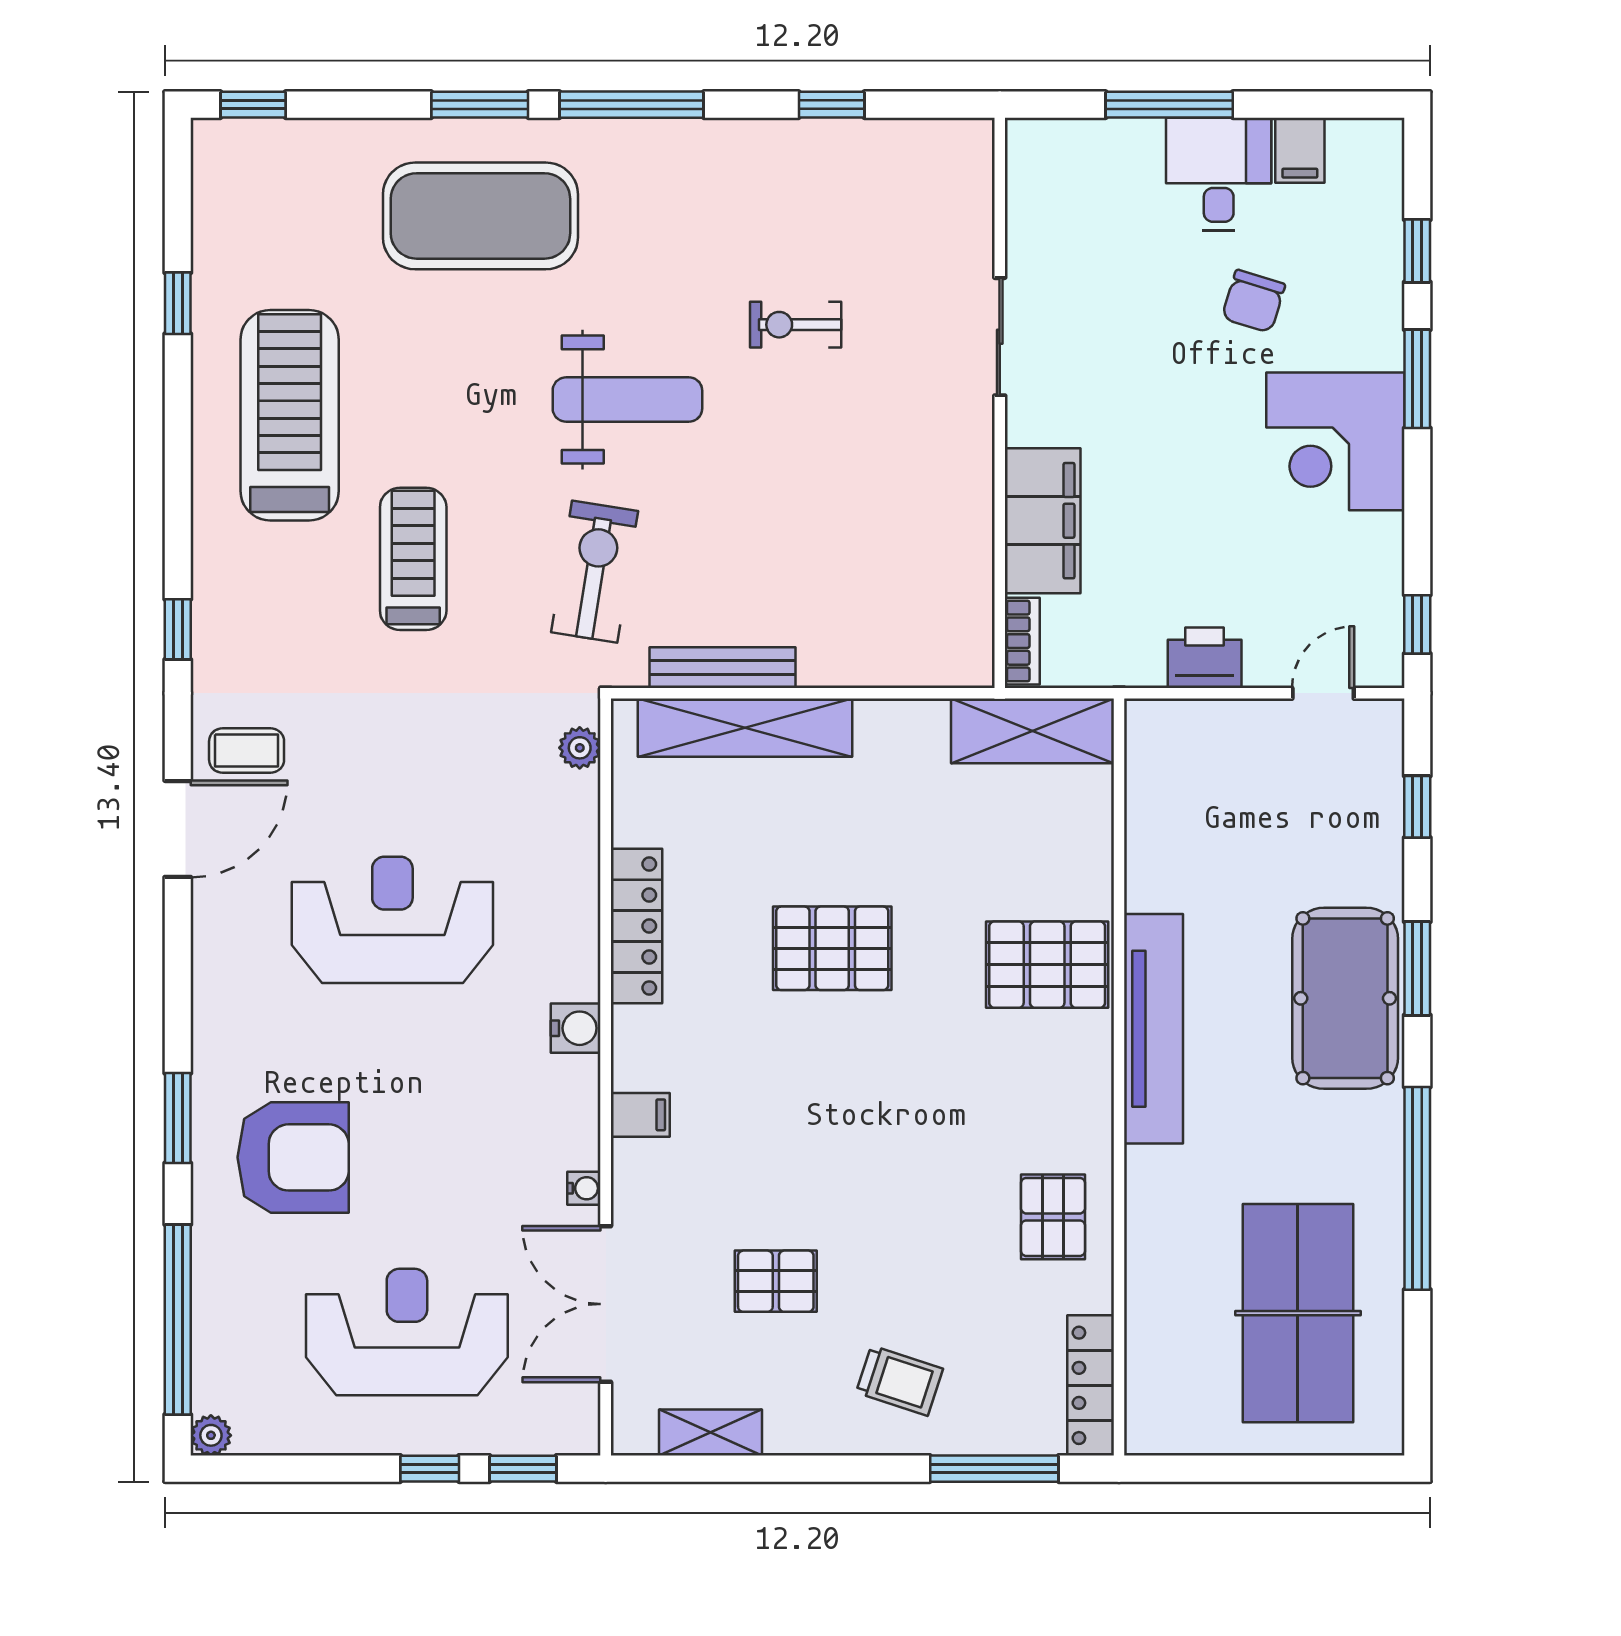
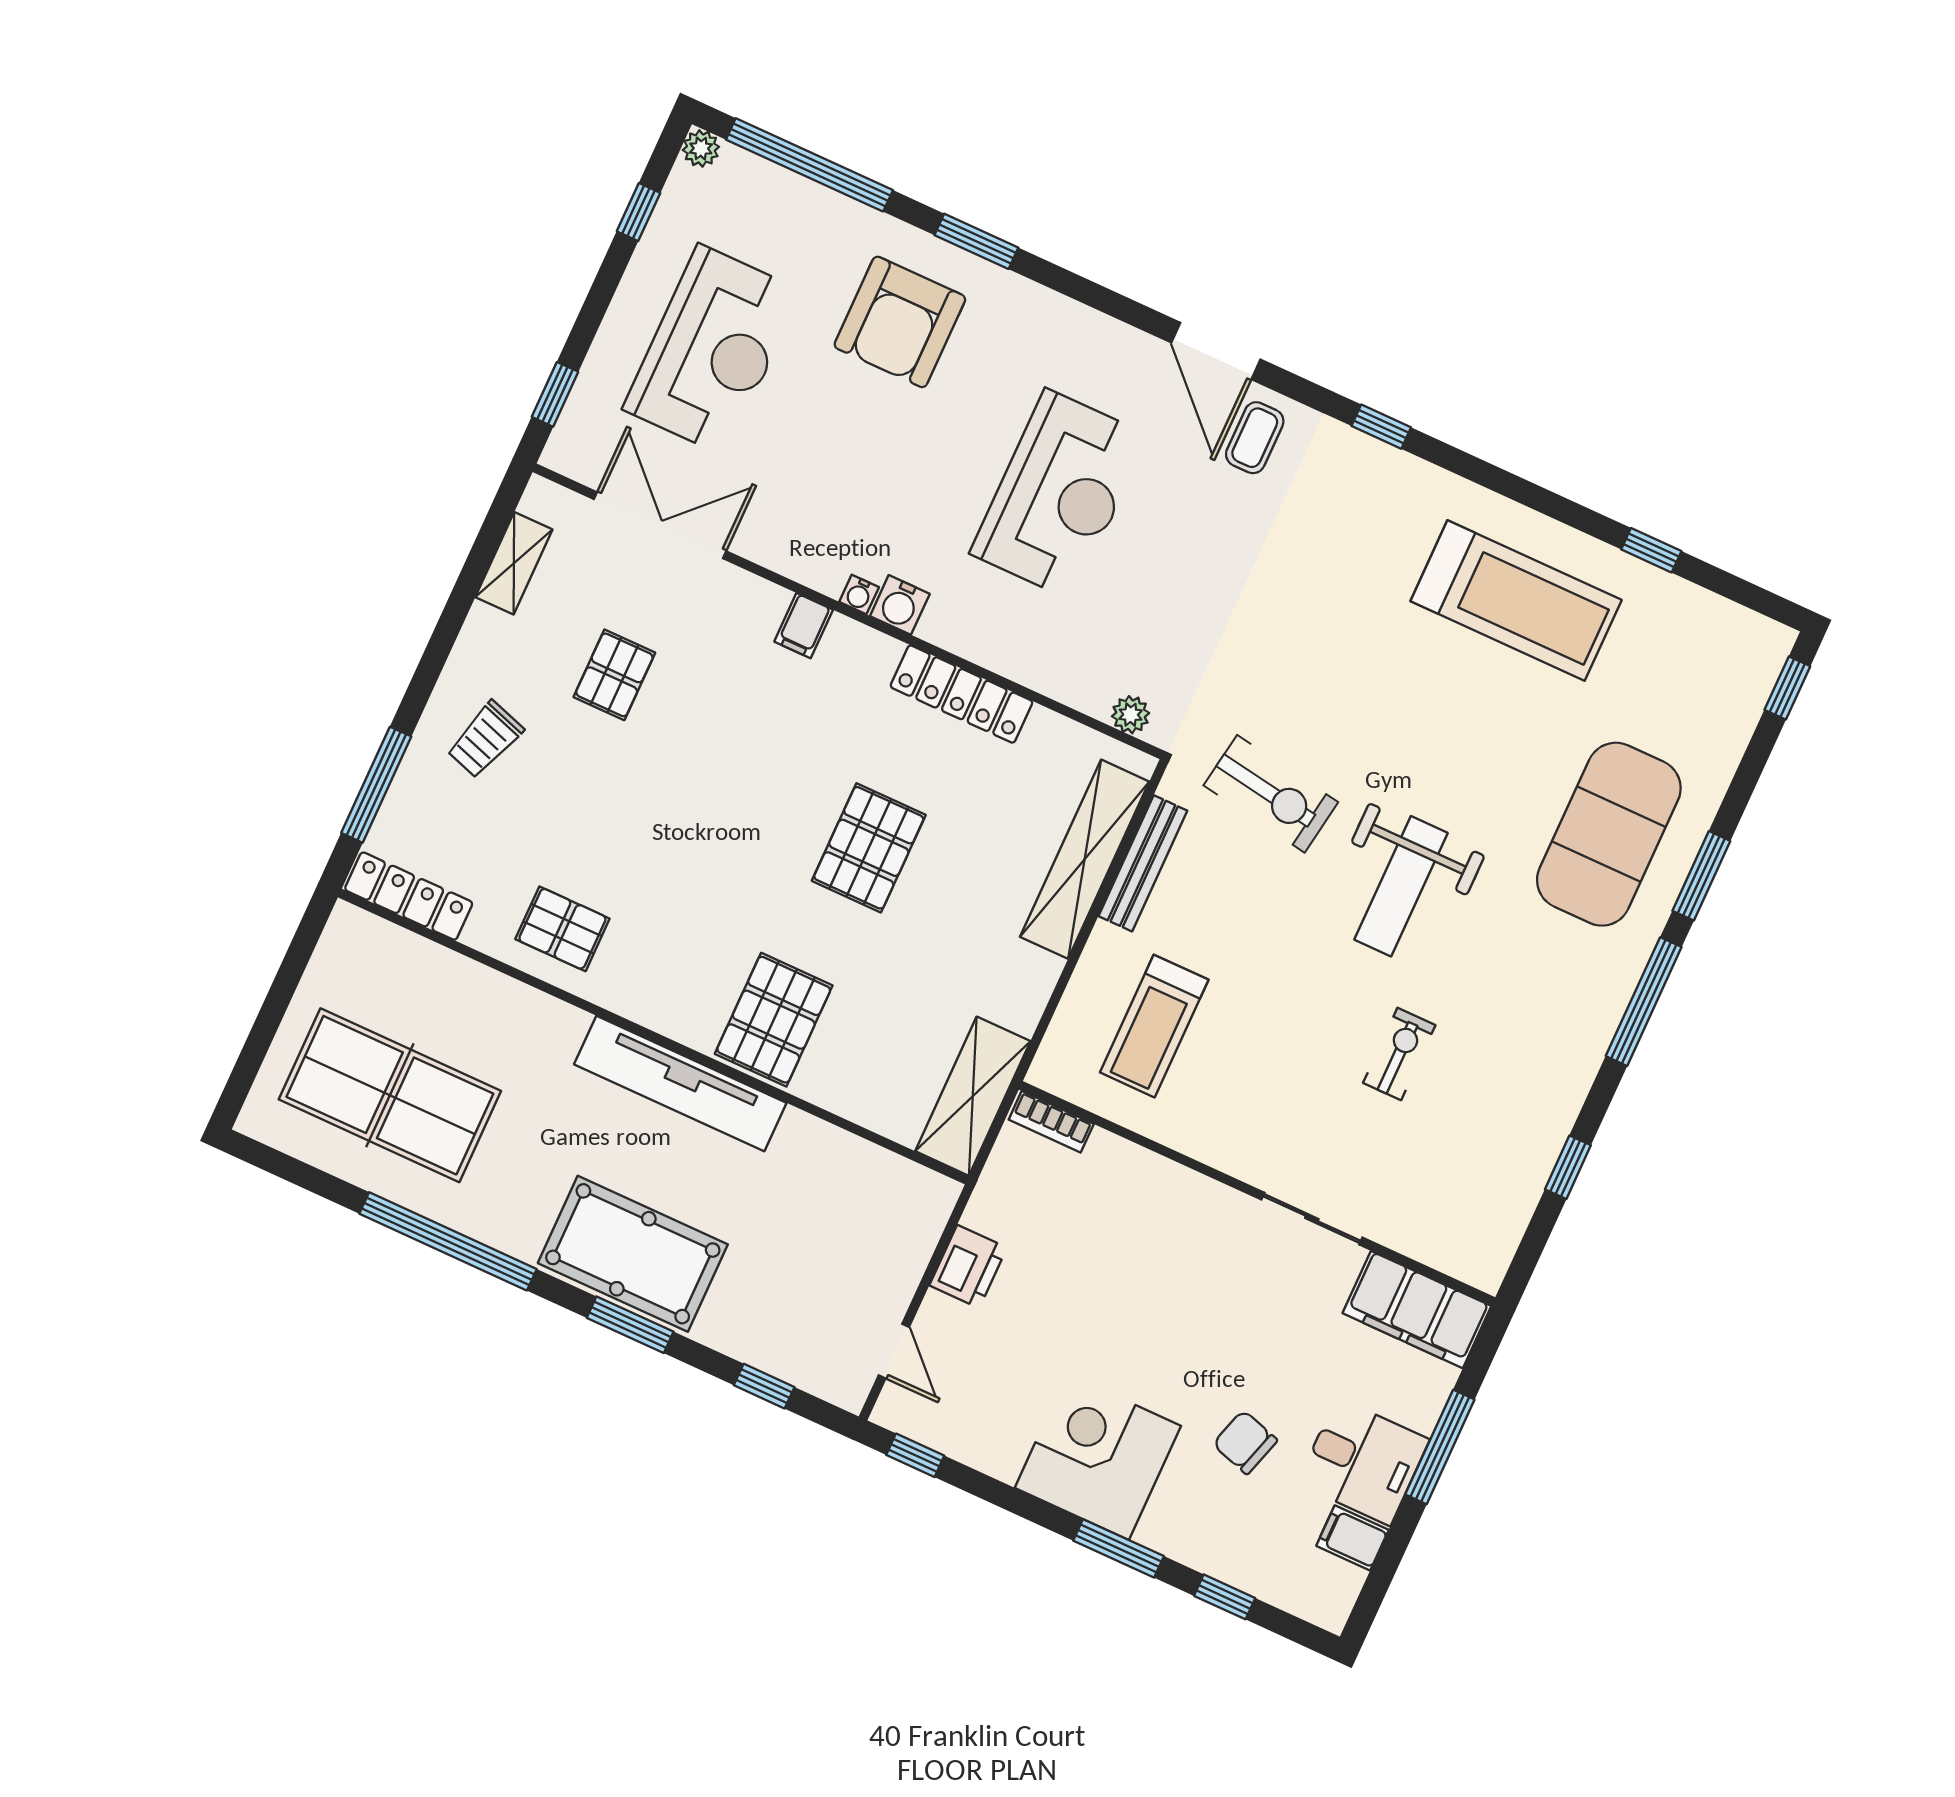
filing cabinet: (1043, 521) -> (1417, 1310), moved
treadmill: (413, 559) -> (1154, 1026), moved, turned 90
water cooler: (584, 1188) -> (859, 595), moved
window: (430, 1469) -> (638, 212), moved

